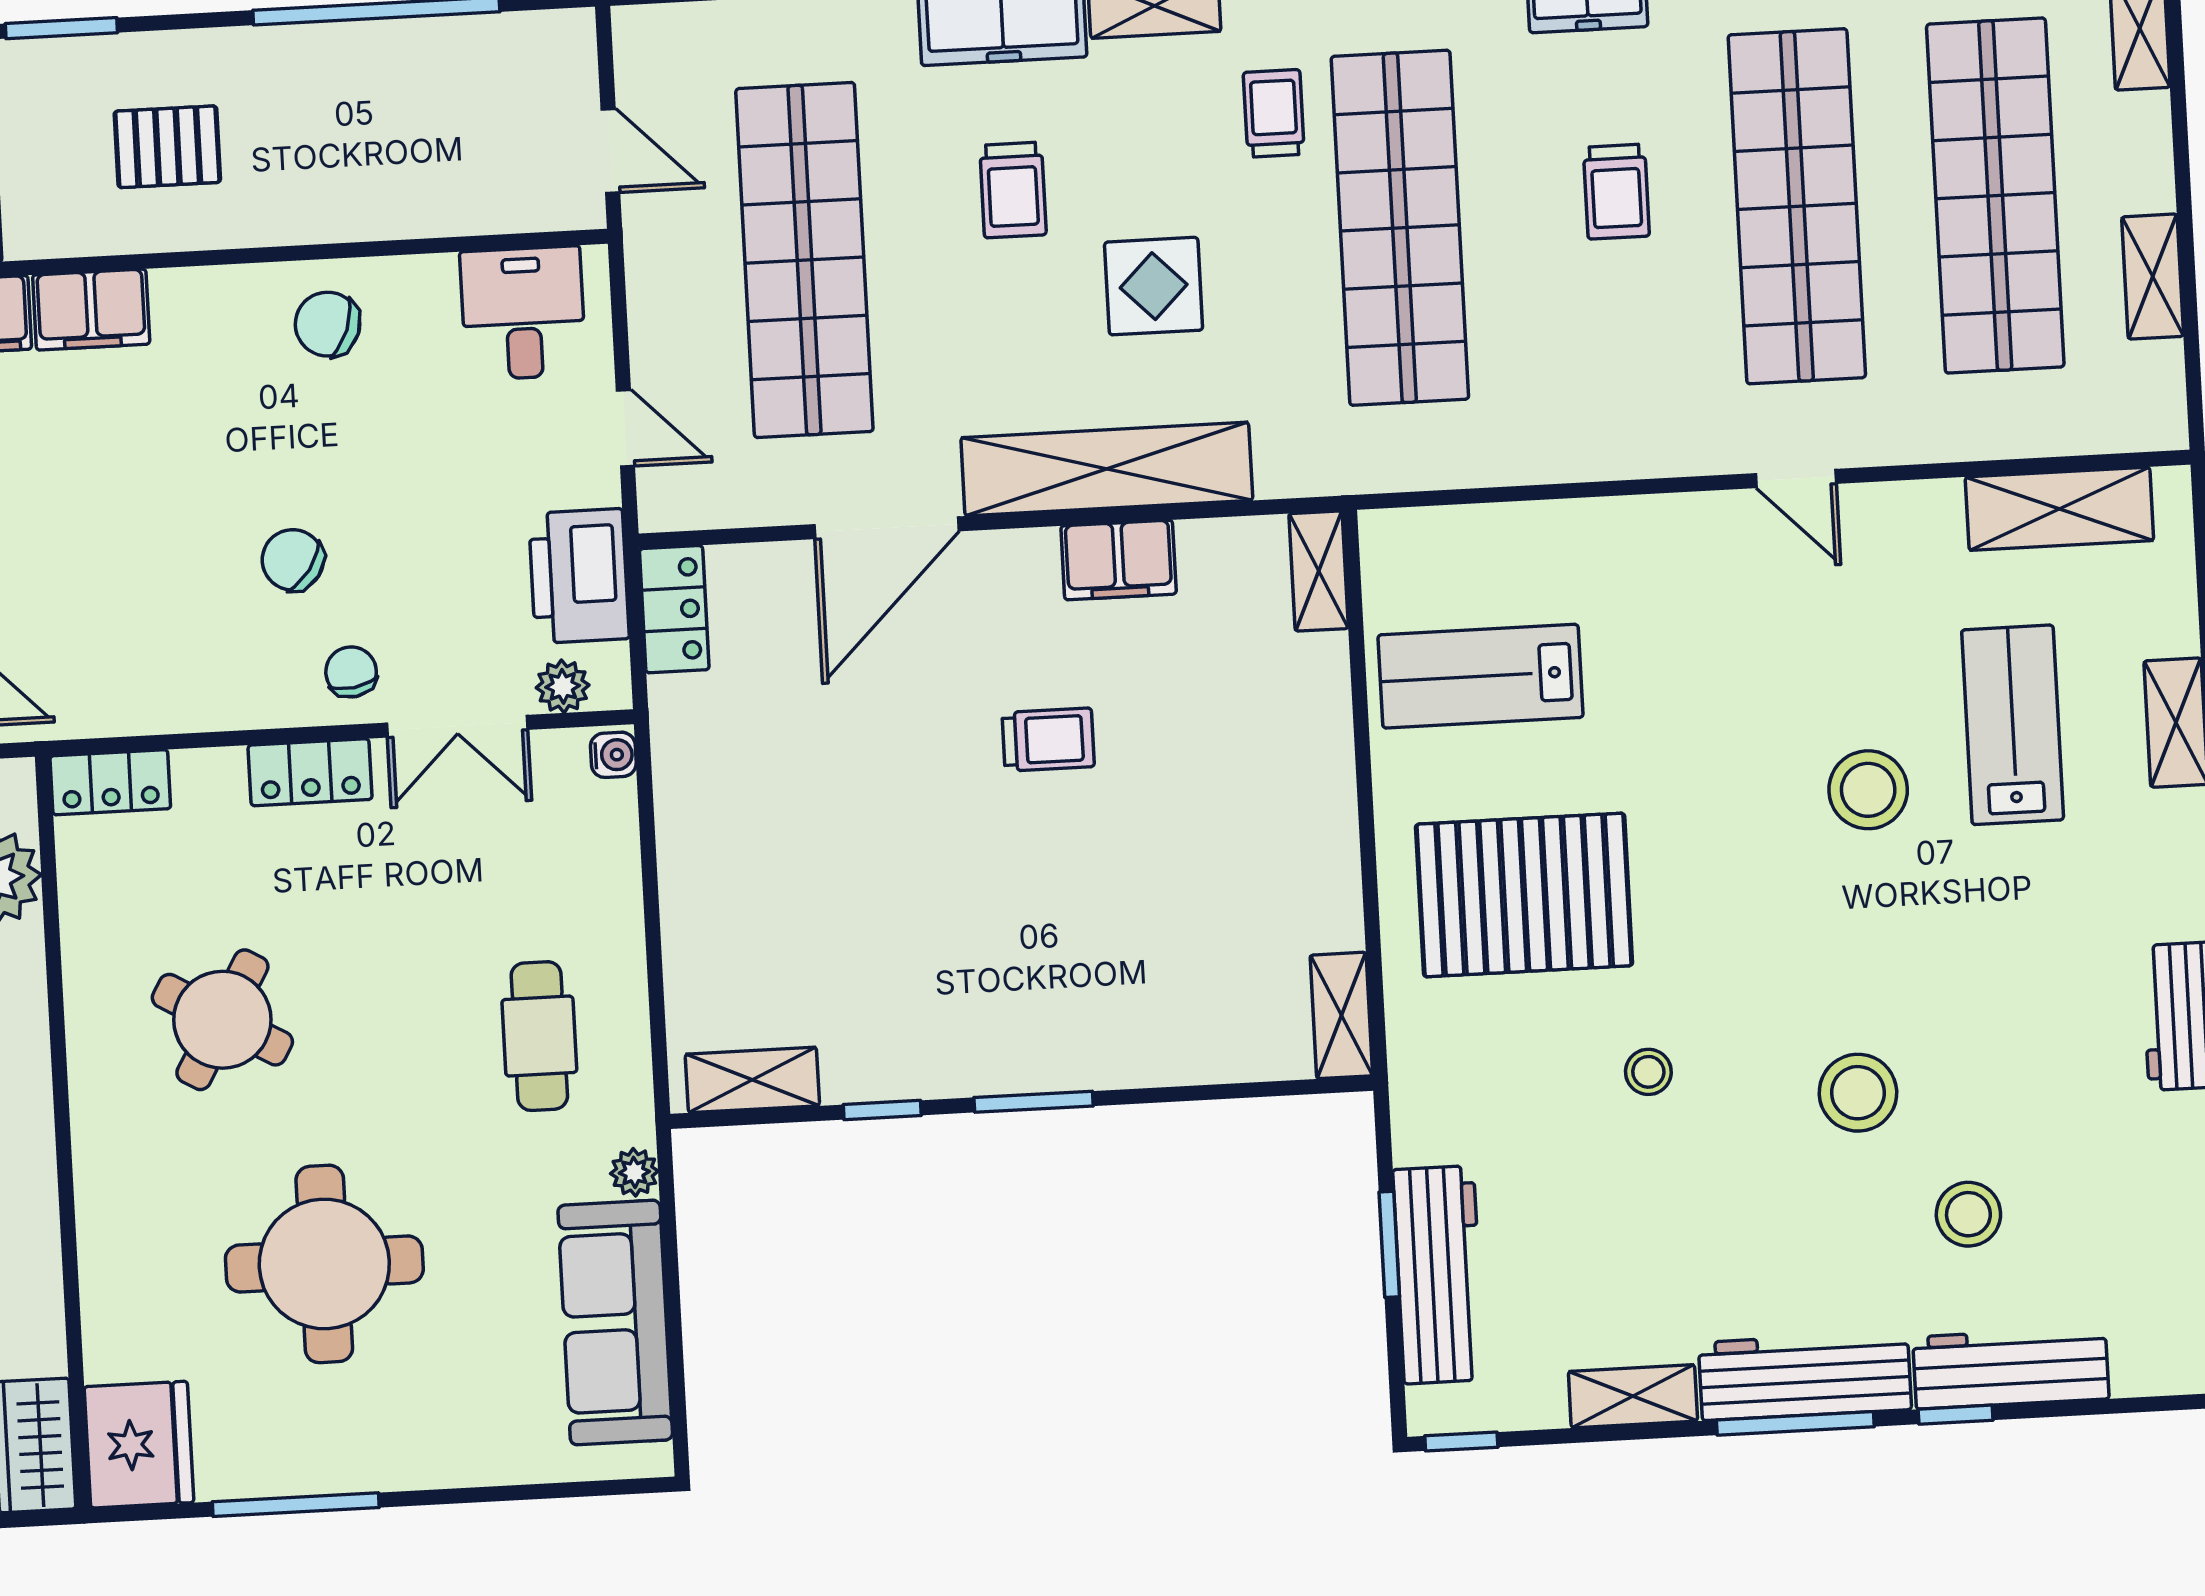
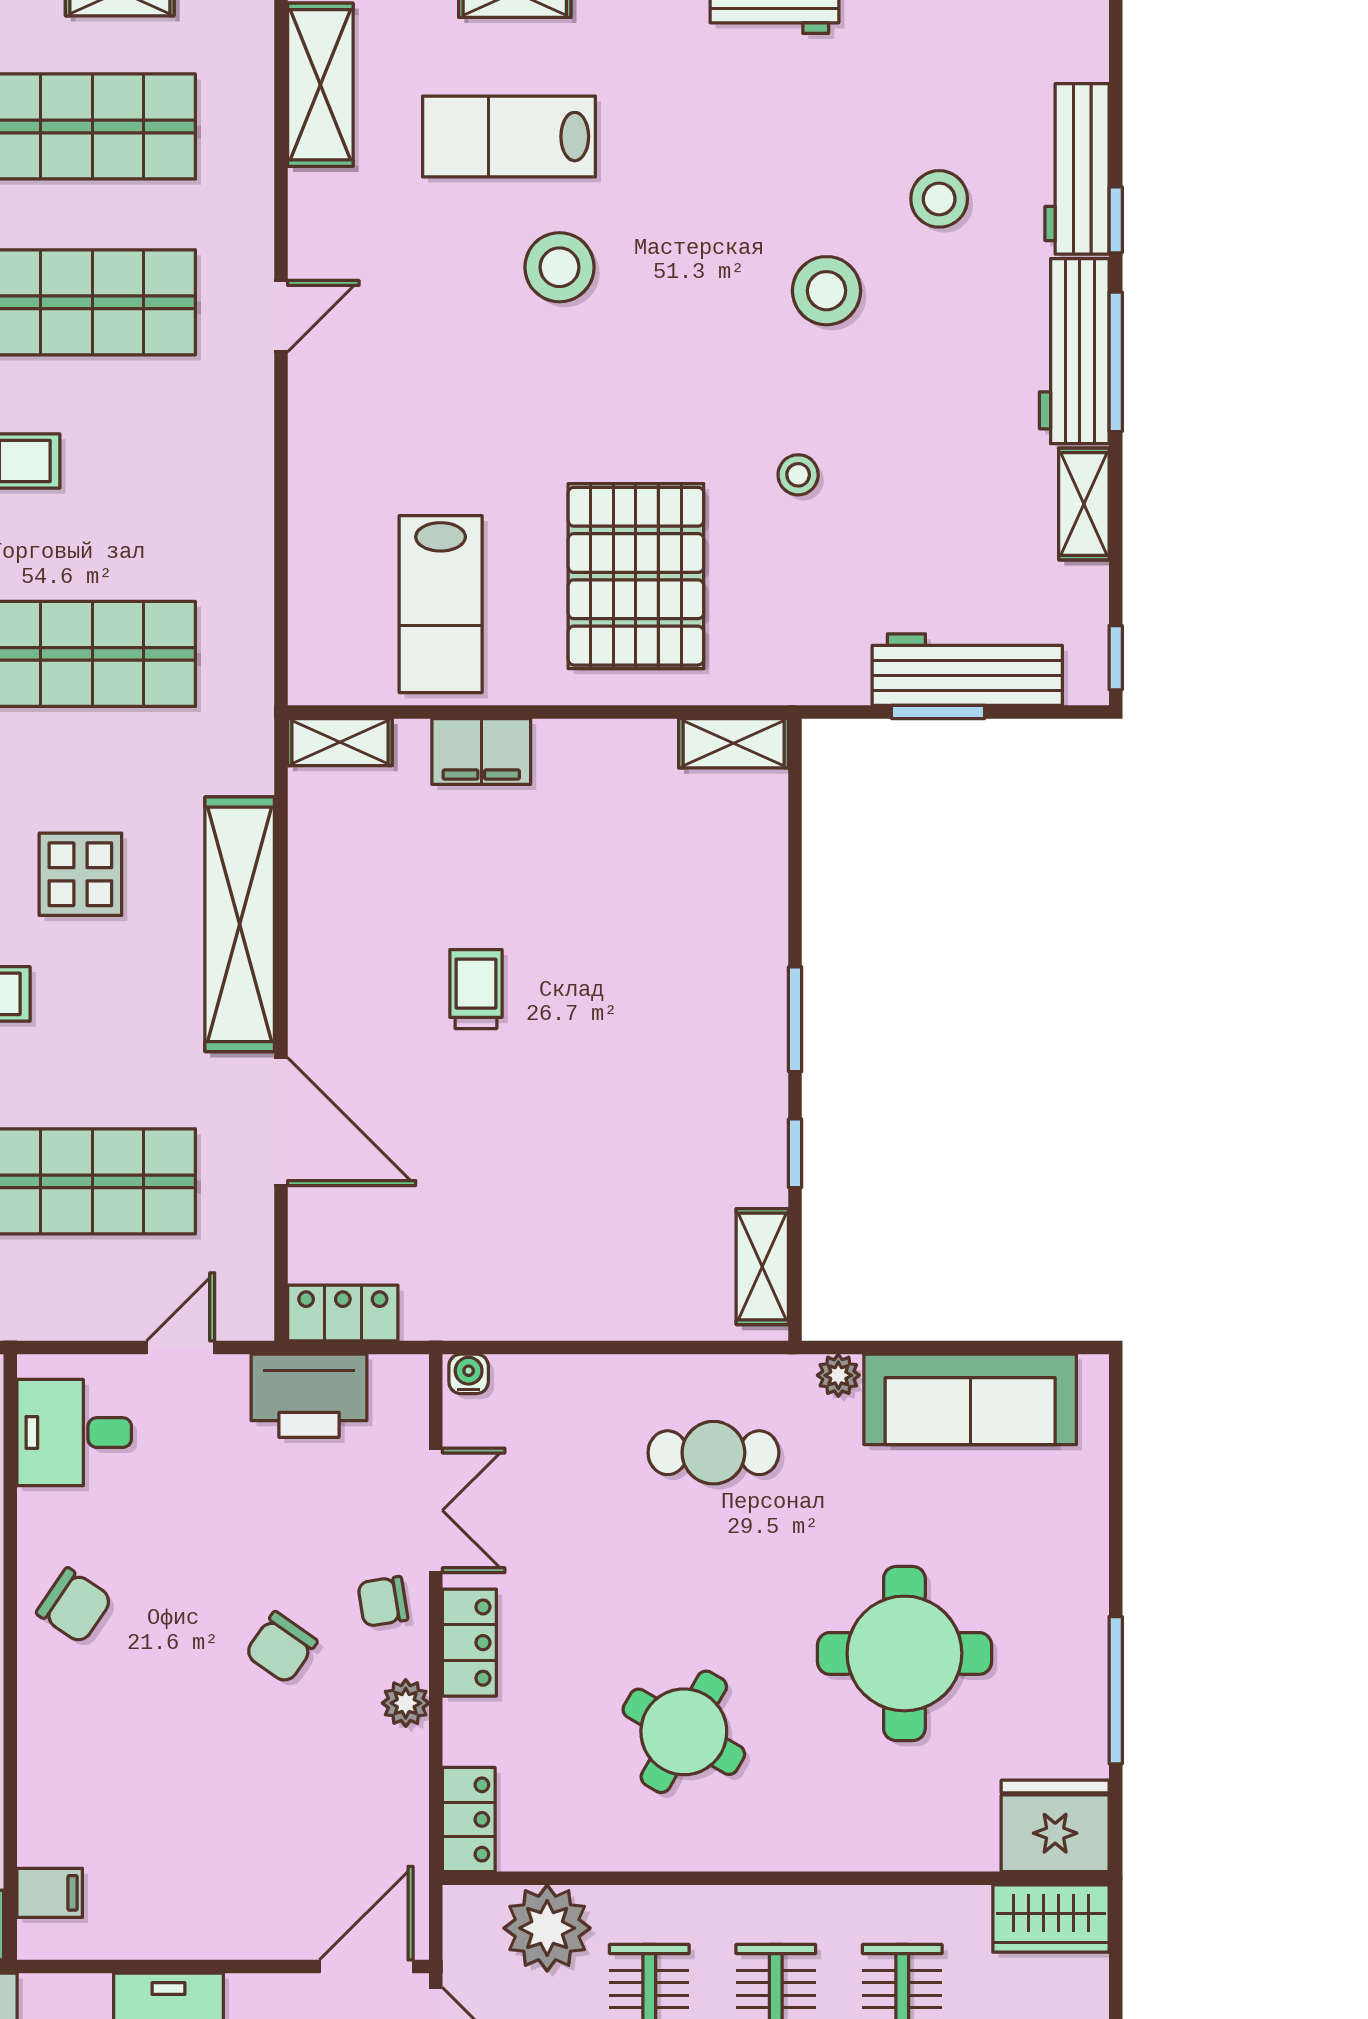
filing cabinet: (91, 310) -> (50, 1814), removed
chair: (328, 324) -> (74, 1606), turned -76
filing cabinet: (1119, 560) -> (481, 751), moved, turned 90
plant: (563, 686) -> (406, 1703), moved

